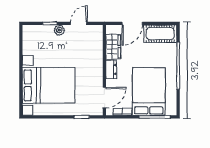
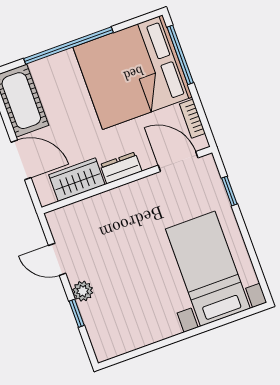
bed with nightstands: (49, 85) -> (208, 269), width x0.73
bed: (149, 91) -> (133, 72), width x1.36

